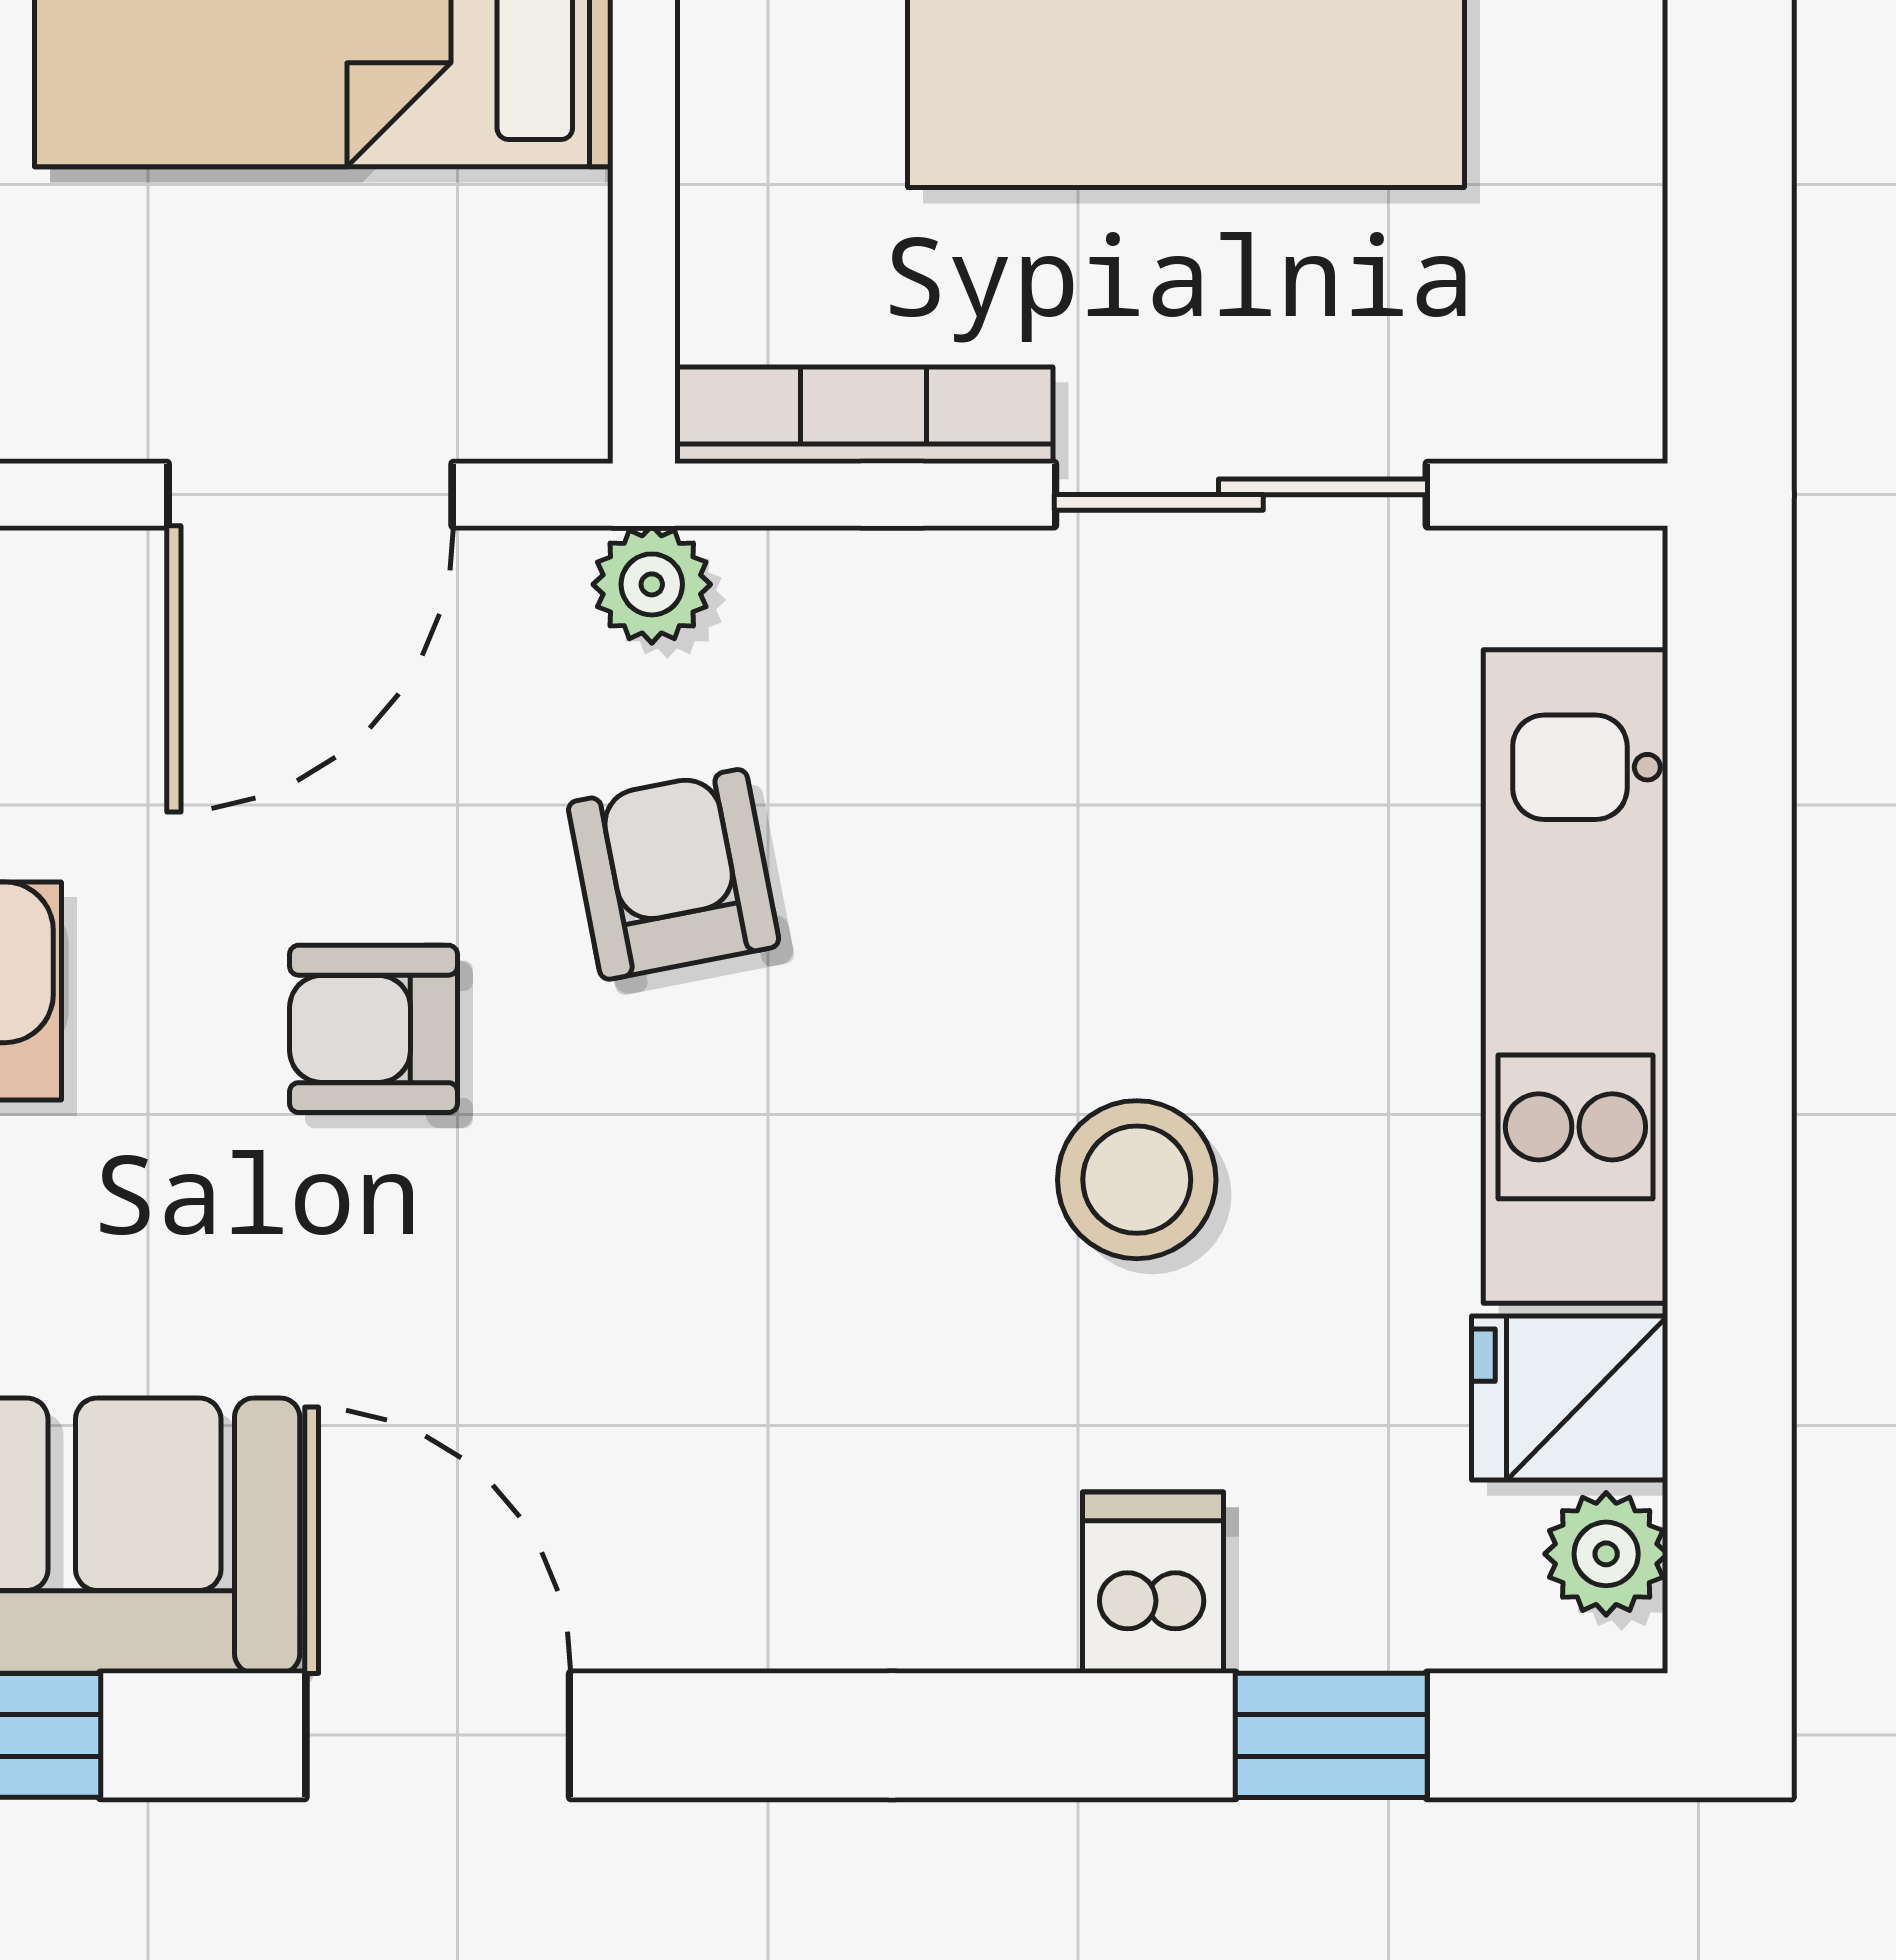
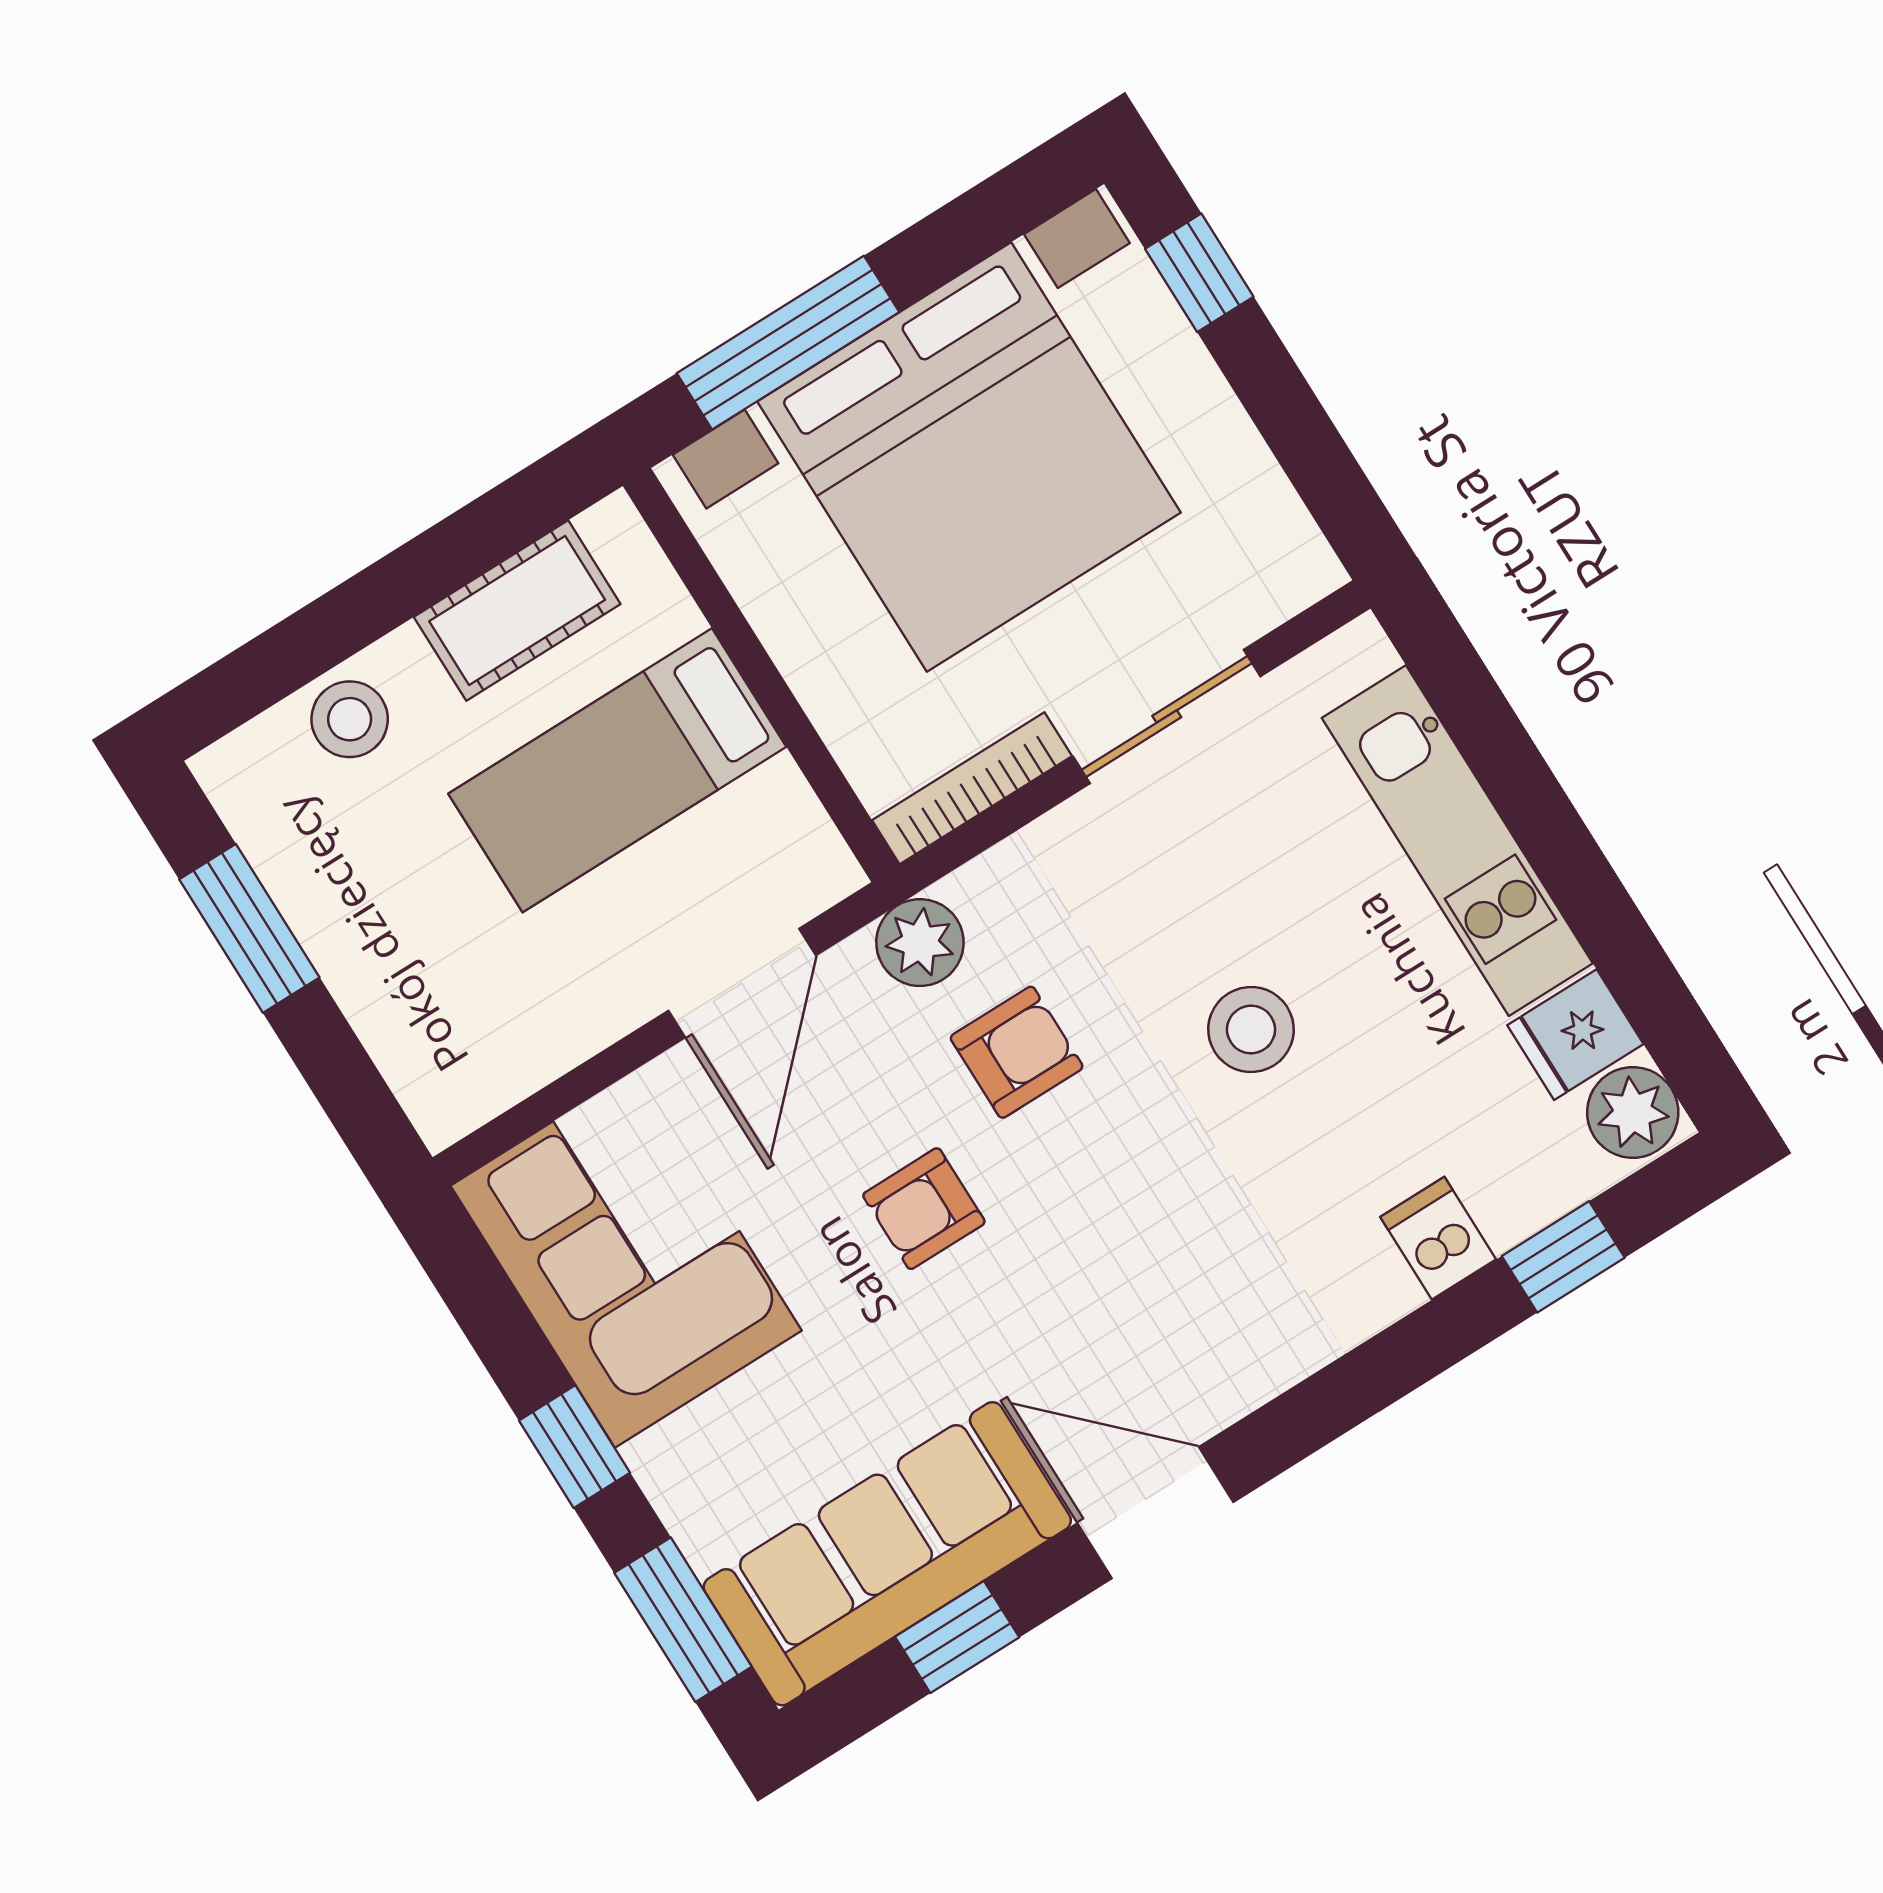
plant: (652, 584) -> (920, 943), width x1.38, depth x1.38
armchair: (674, 874) -> (1017, 1052), turned 101
stool: (1137, 1180) -> (1251, 1030), moved
plant: (1606, 1554) -> (1633, 1112), width x1.38, depth x1.38

